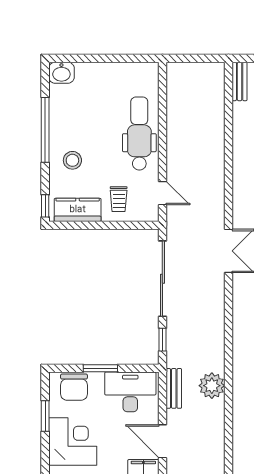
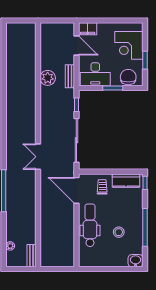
dental chair: (139, 134) -> (90, 225), turned 180
stool: (72, 160) -> (119, 232), moved
door: (162, 193) -> (76, 190), width x1.87

